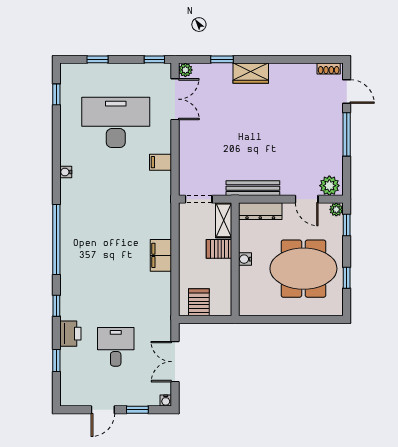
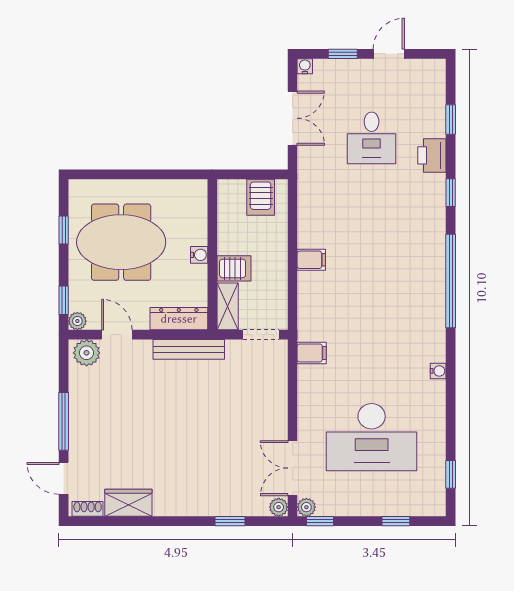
plant: (165, 70) -> (306, 507), added
wardrobe: (251, 73) -> (128, 503), moved
filing cabinet: (161, 162) -> (312, 353), moved
filing cabinet: (161, 255) -> (311, 260), width x0.50

